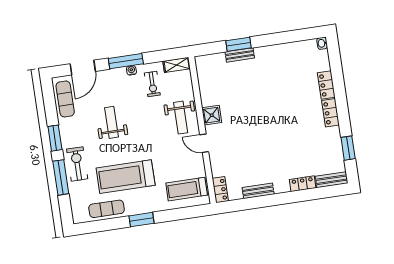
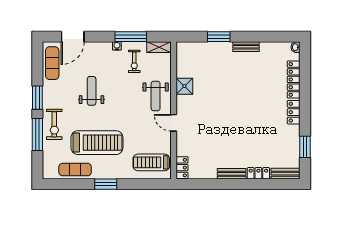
bench: (240, 55) -> (246, 47), moved
window: (126, 61) -> (131, 37), moved
locker: (326, 85) -> (294, 79), width x1.53
shower: (212, 115) -> (184, 86), moved
exercise bike: (77, 164) -> (54, 124), turned 180
treadmill: (126, 177) -> (97, 143), turned 180
bench: (258, 191) -> (232, 174), moved

